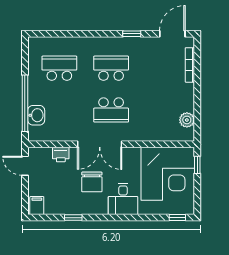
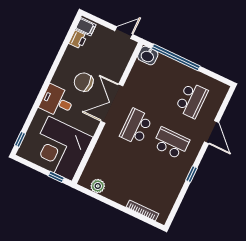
door: (172, 34) -> (211, 132), moved
school desk: (111, 68) -> (171, 143), turned -90
washbasin: (36, 115) -> (148, 56), moved
printer: (61, 155) -> (78, 40), moved, turned 180
window: (73, 218) -> (61, 52), removed

